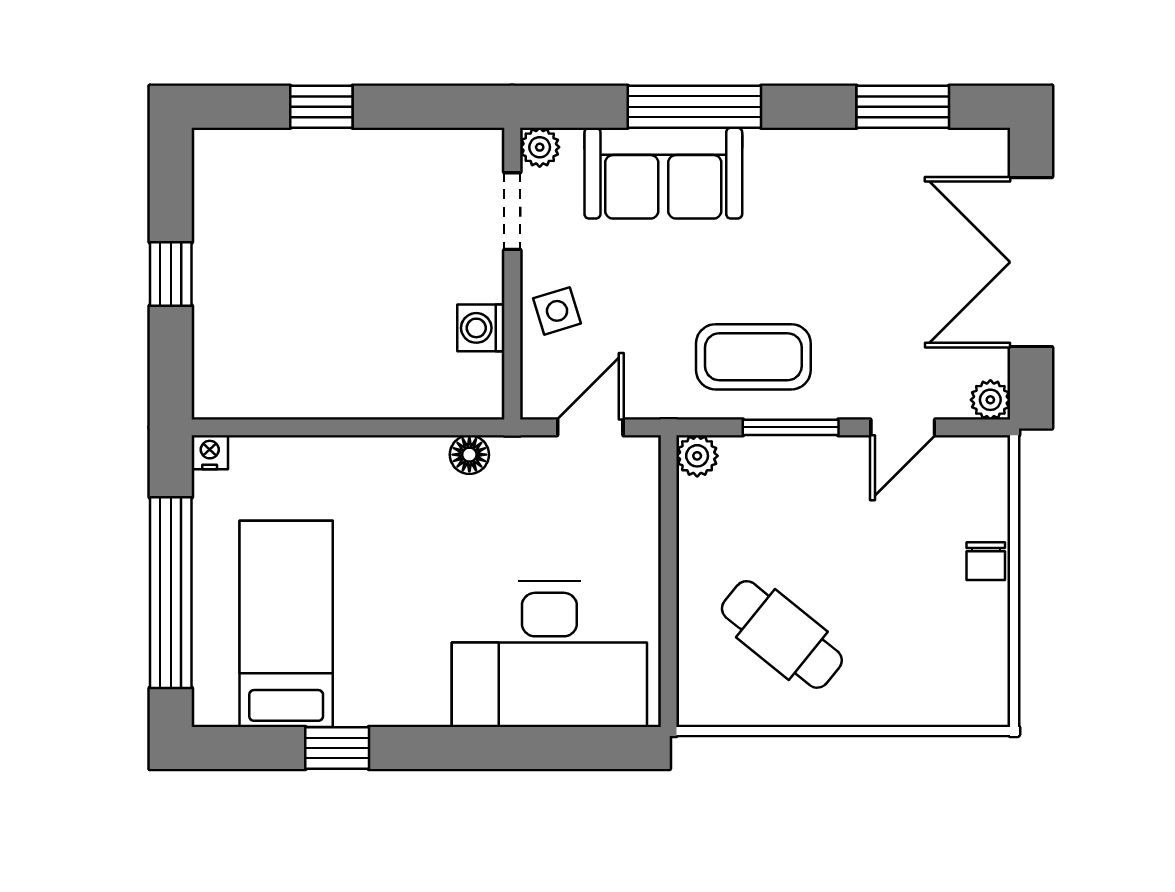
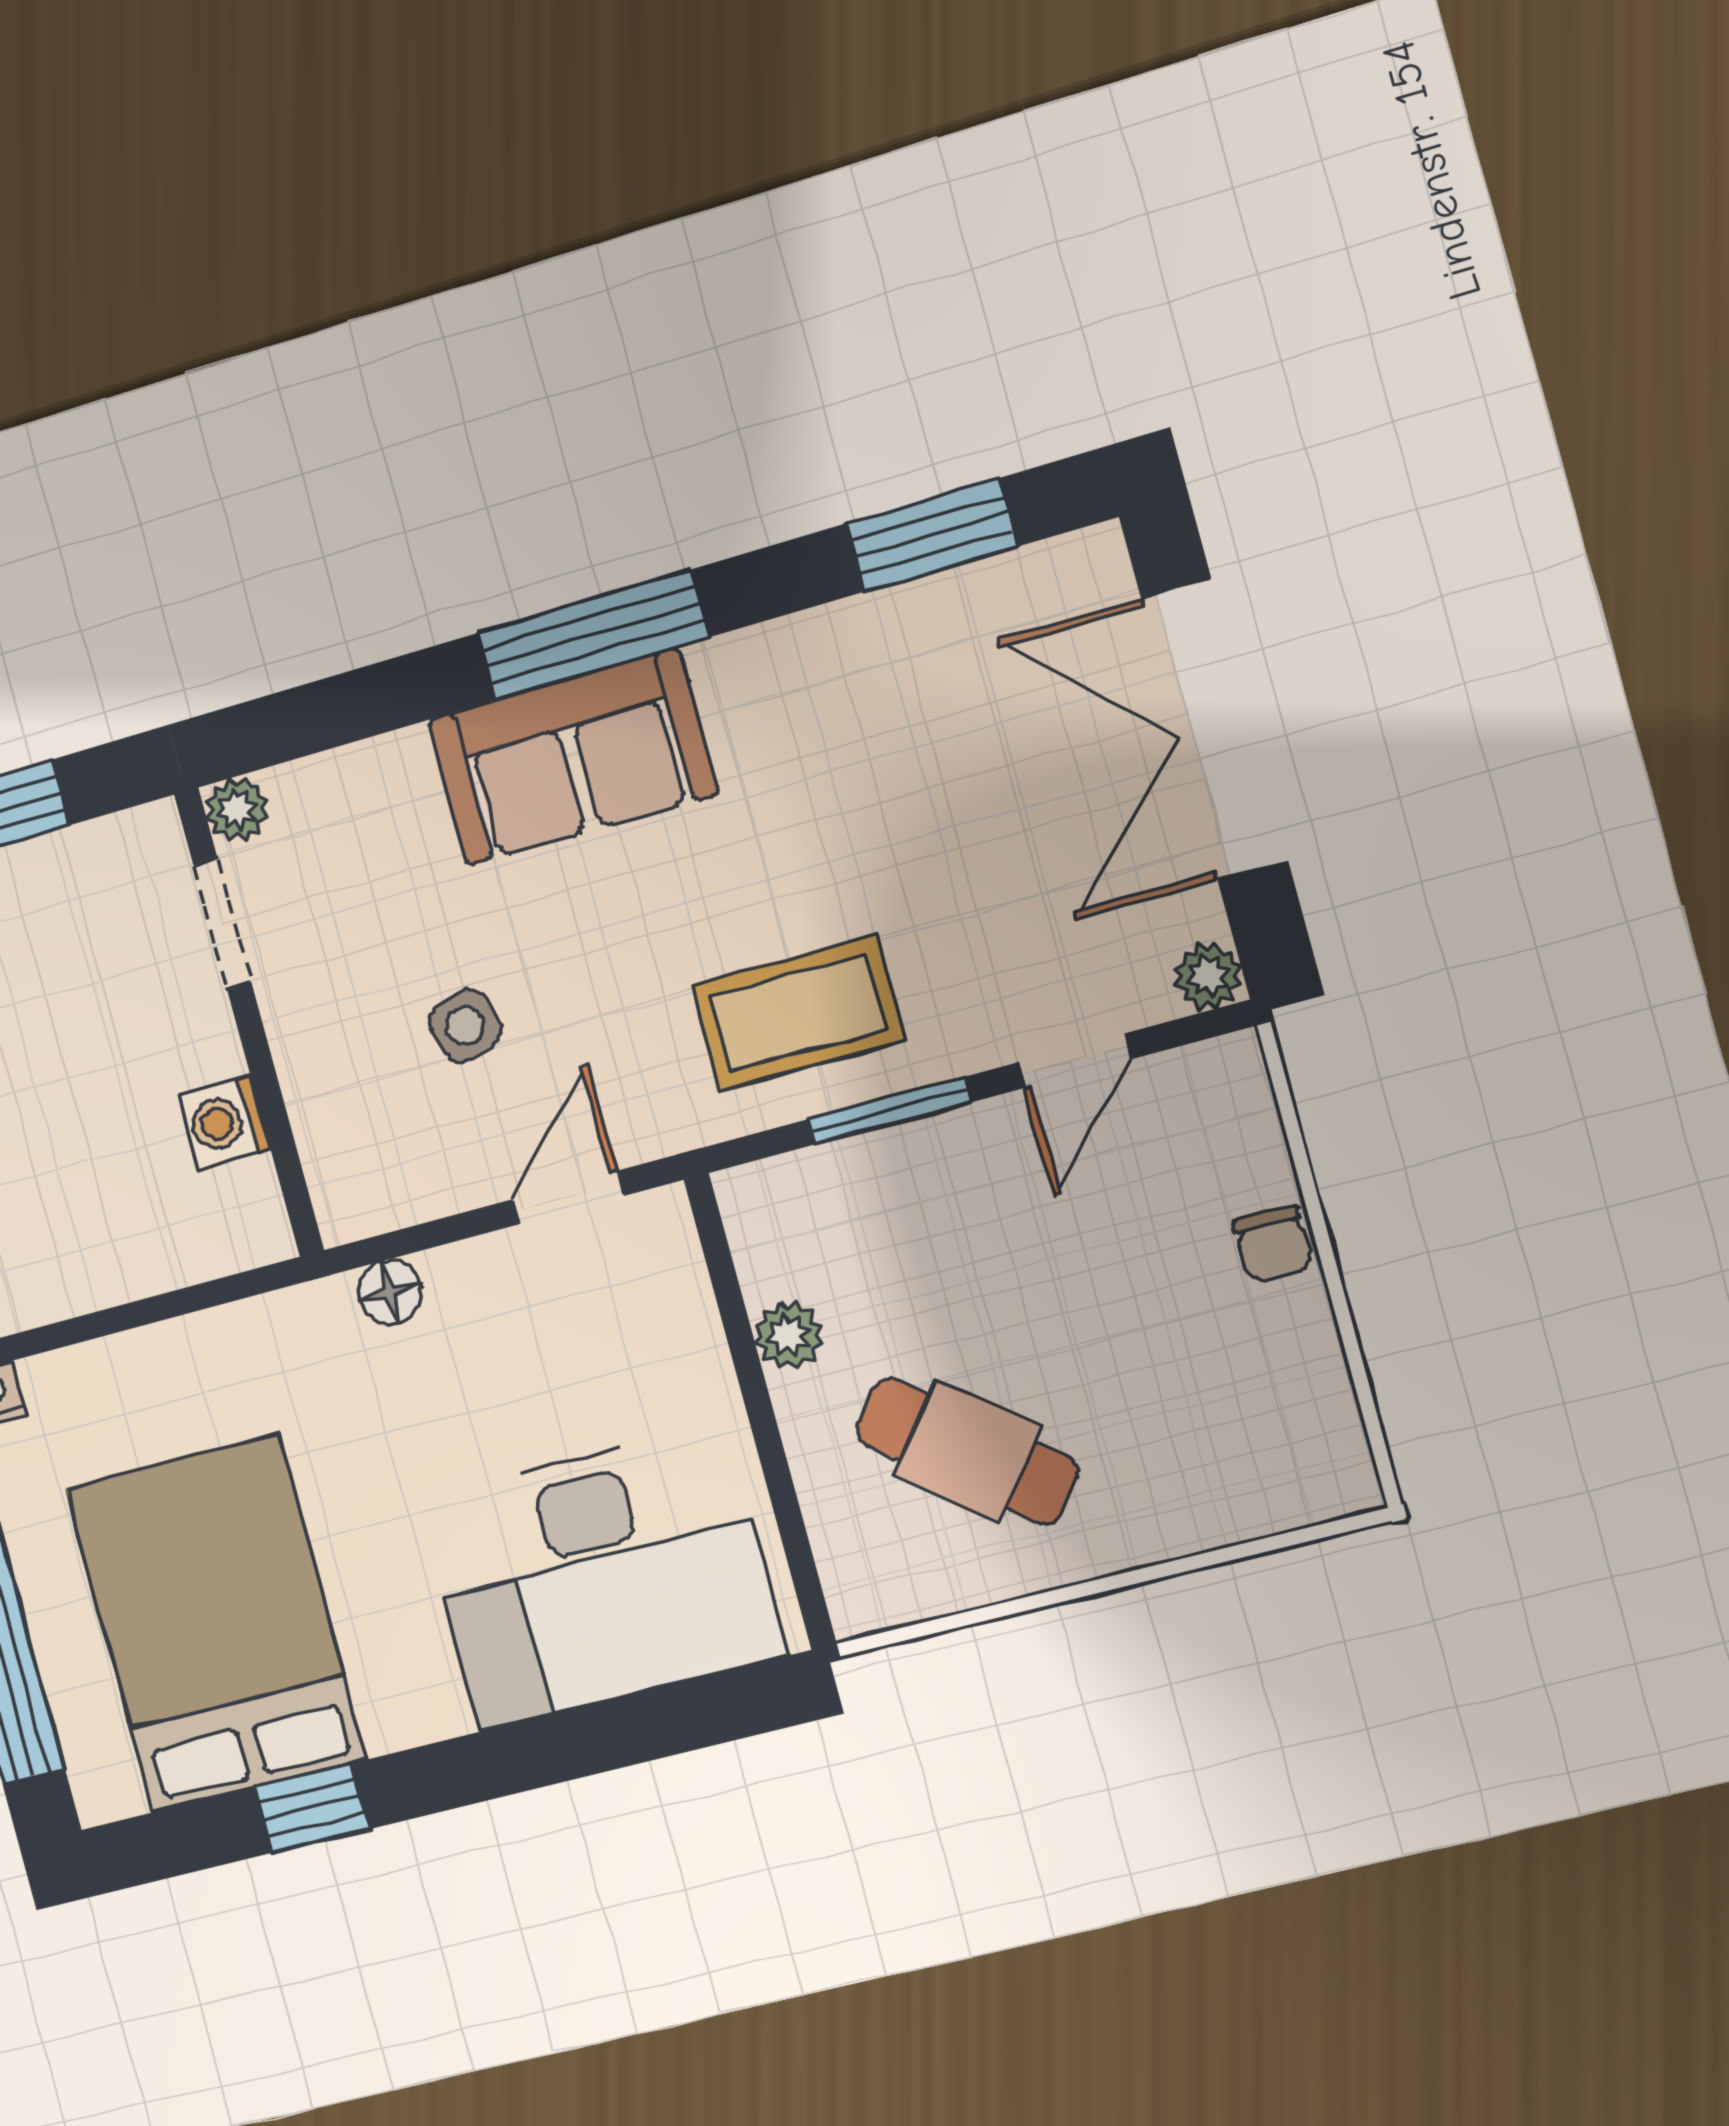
plant: (540, 147) -> (237, 810), moved
doorway: (512, 211) -> (222, 923), moved
wall: (512, 274) -> (249, 1022), moved
washing machine: (481, 328) -> (224, 1122), moved
plant: (697, 456) -> (788, 1335), moved
bed: (286, 624) -> (216, 1624), width x1.50

